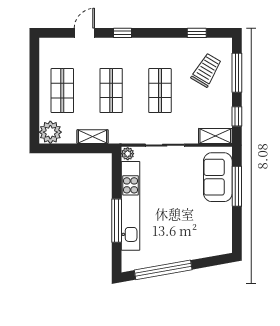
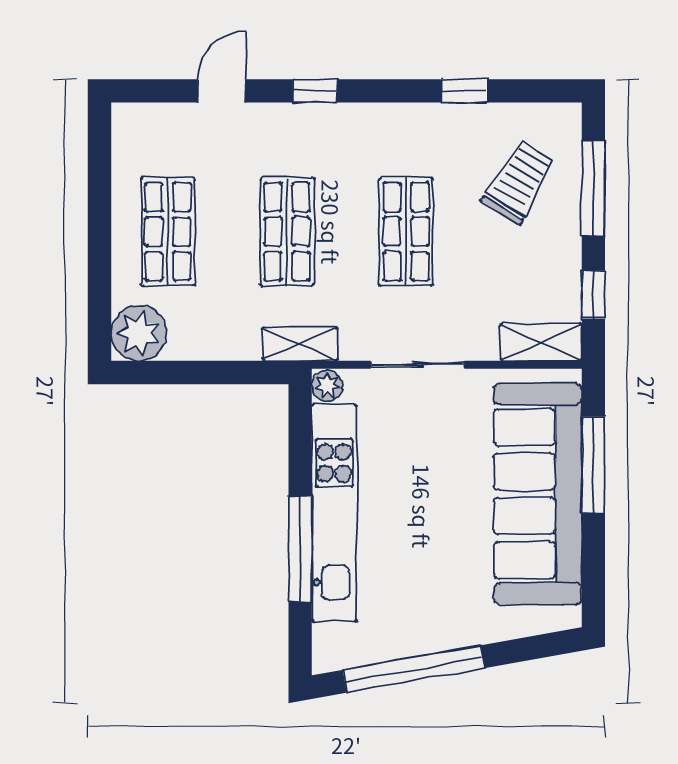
window: (197, 33) -> (464, 91), moved
shelving: (93, 137) -> (300, 344), moved
sofa: (218, 177) -> (538, 494), width x1.85, depth x1.27

